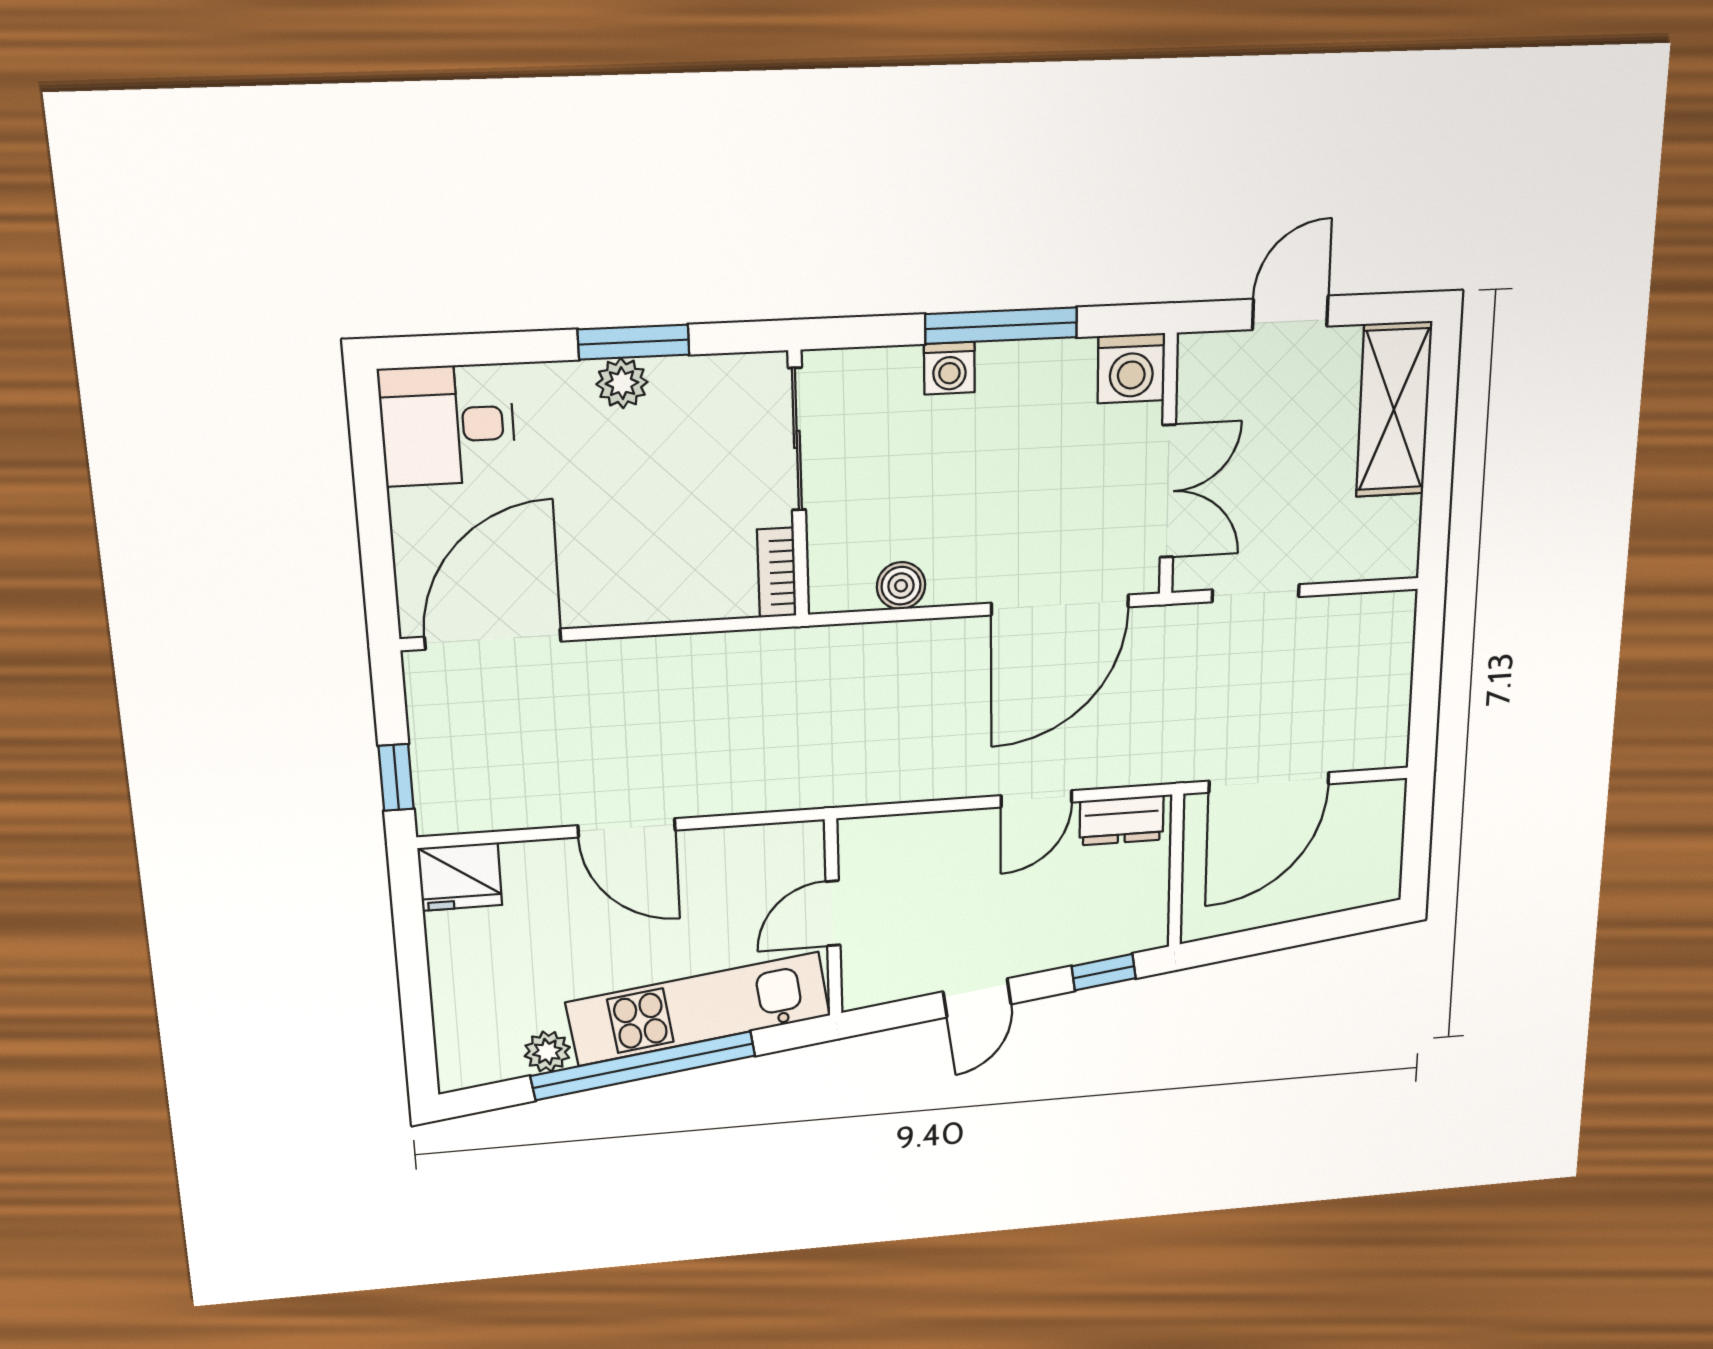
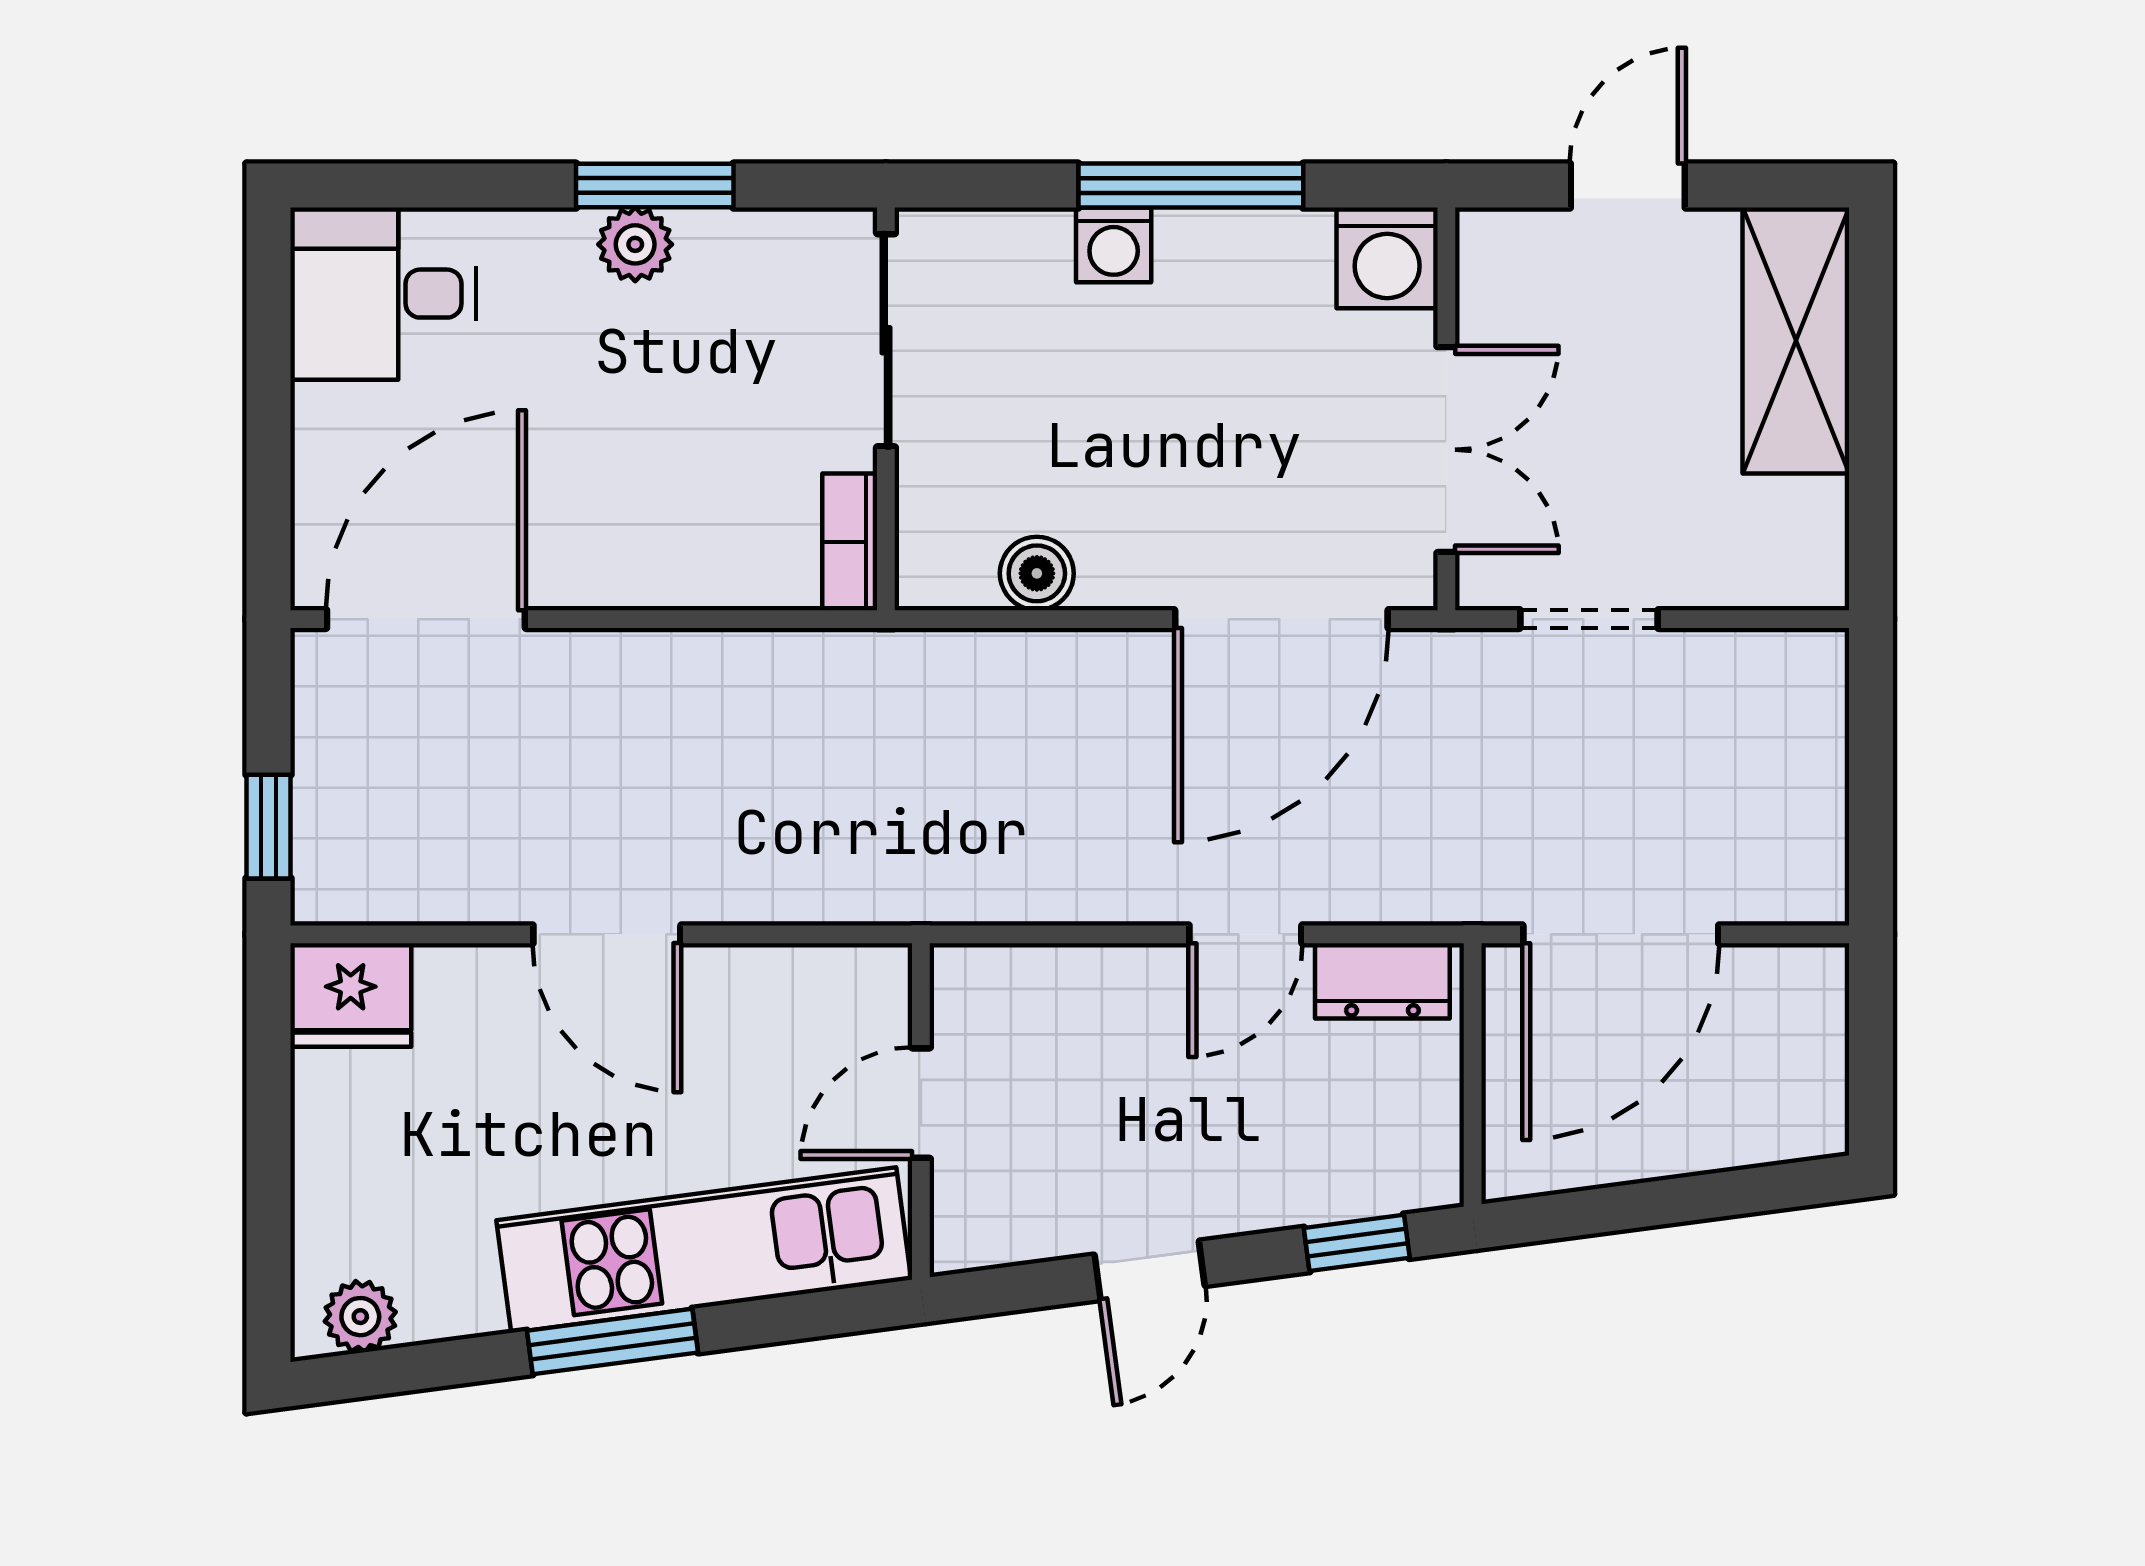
plant: (547, 1052) -> (360, 1317), moved
window: (643, 1066) -> (612, 1342), width x0.47

